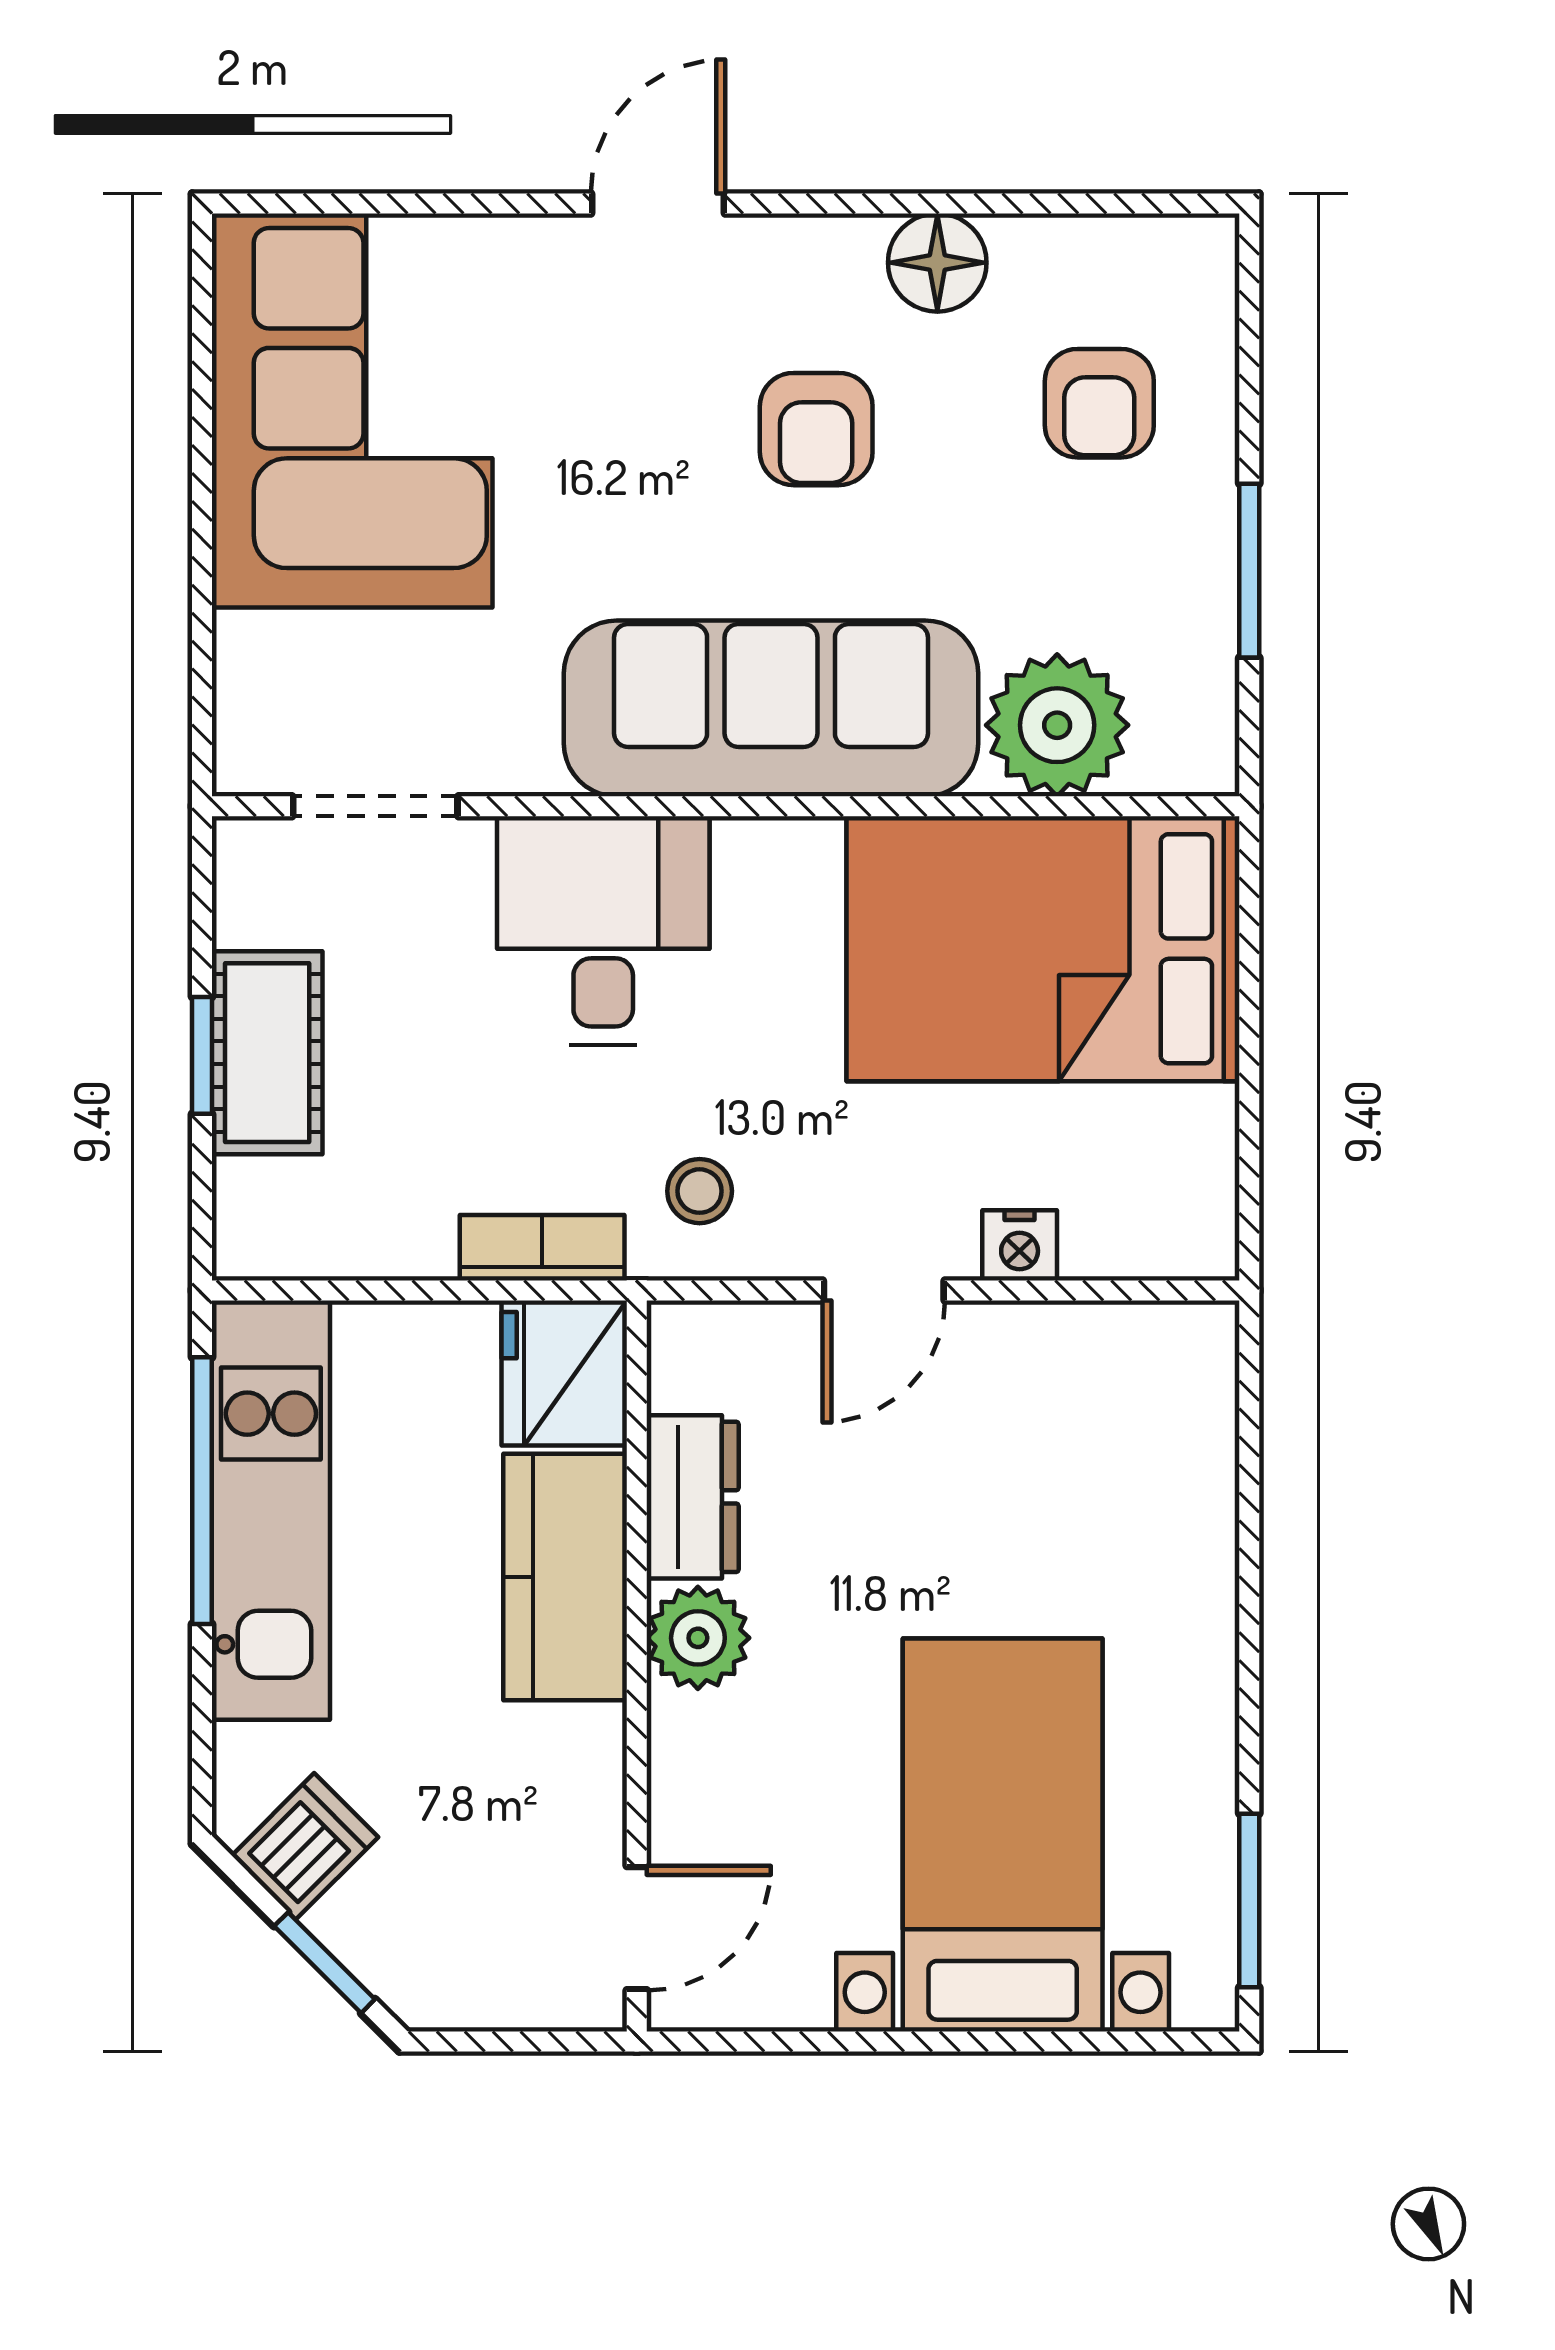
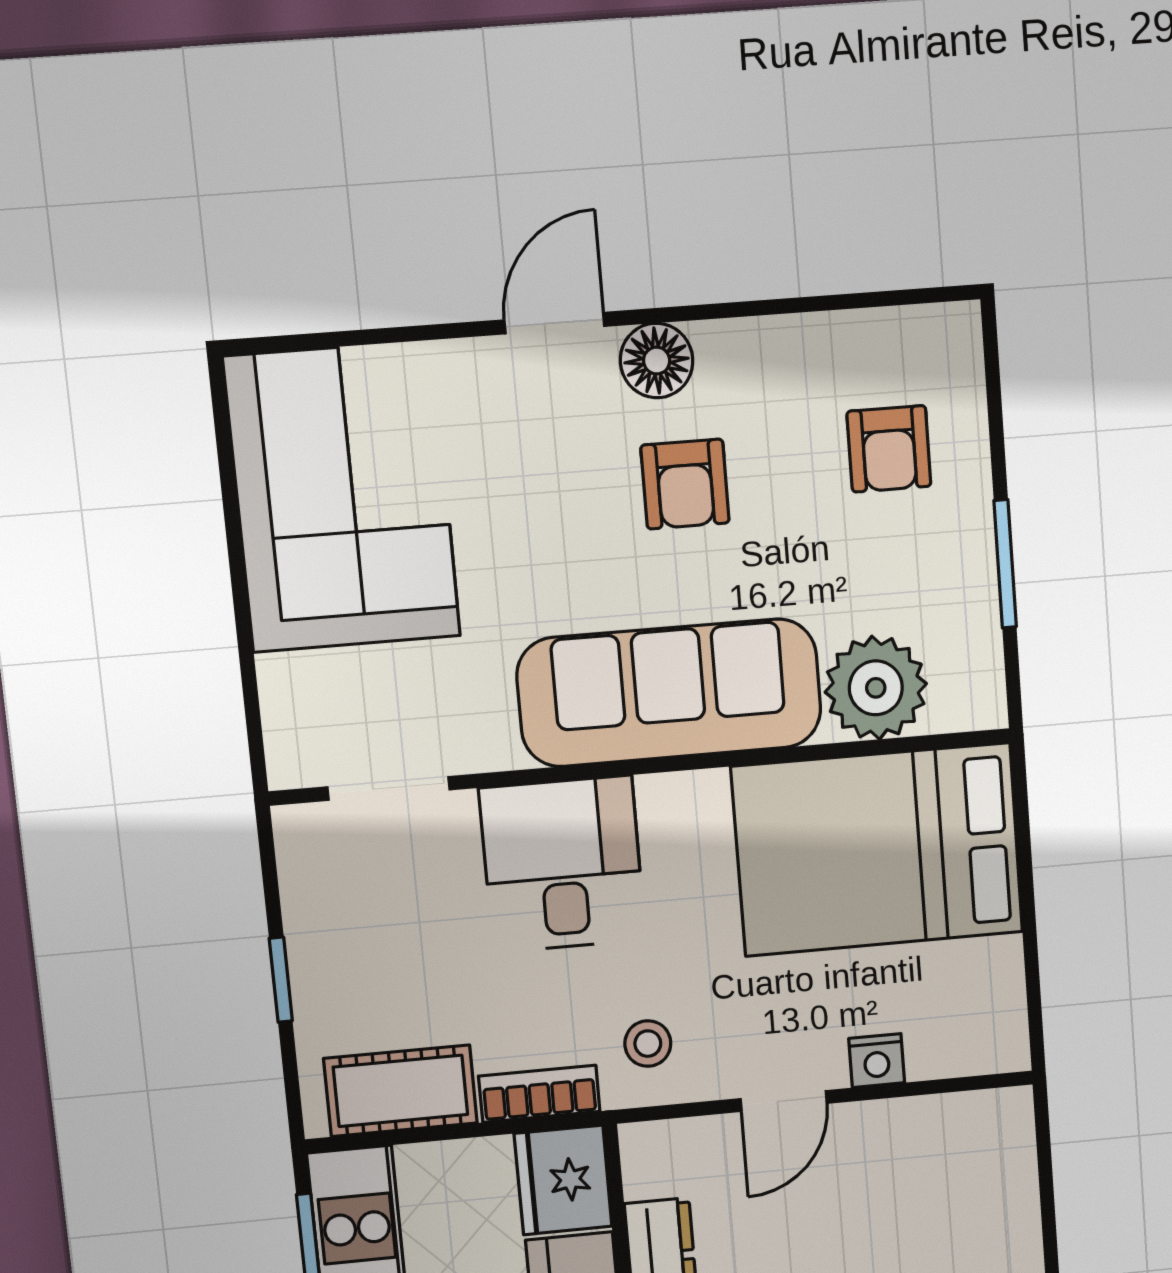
floor lamp: (937, 263) -> (657, 361), moved
cot: (267, 1053) -> (401, 1091), moved, turned 90

